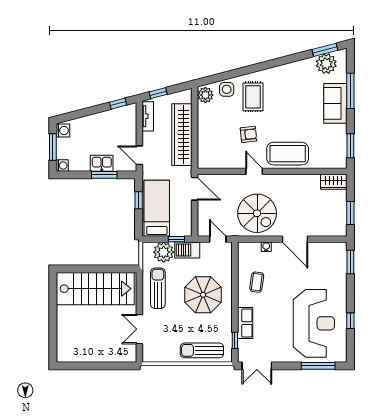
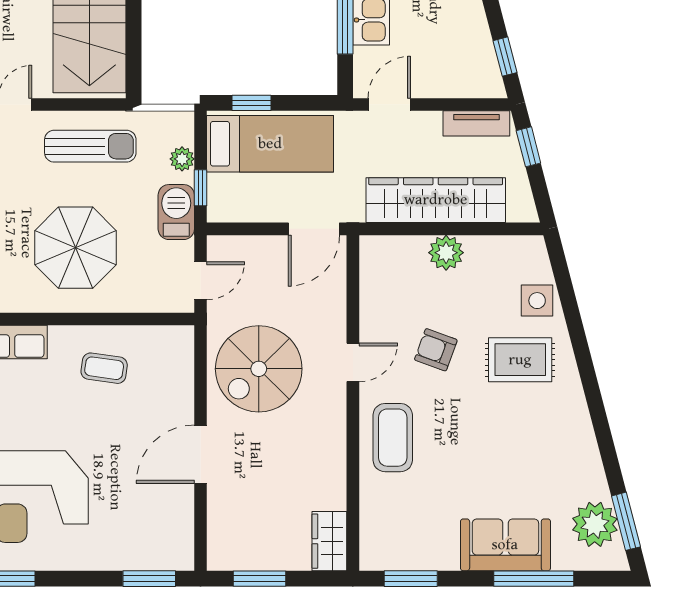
plant: (205, 95) -> (446, 253), moved
armchair: (249, 134) -> (436, 350), turned 116
coffee table: (288, 154) -> (393, 438), width x0.73, depth x0.76
window: (139, 200) -> (251, 103), moved
water cooler: (266, 247) -> (183, 389), removed
plant: (164, 252) -> (182, 159), width x0.53, depth x0.53

